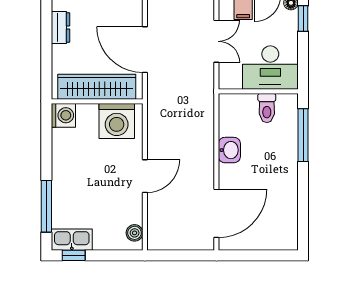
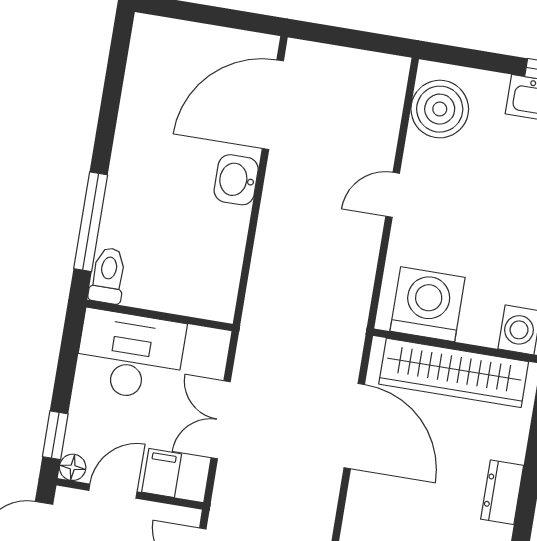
toilet: (267, 108) -> (108, 275), moved
washbasin: (229, 150) -> (236, 180), moved
door: (145, 176) -> (393, 195), width x0.73
boiler: (135, 233) -> (440, 109), width x1.86, depth x1.86

